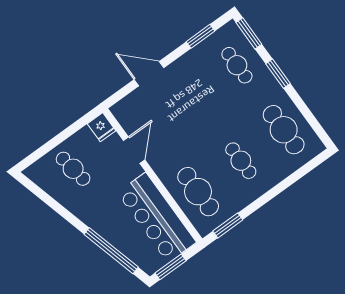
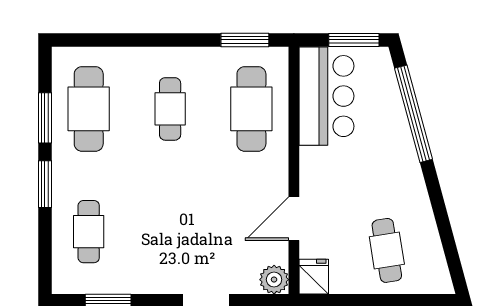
window: (249, 33) -> (45, 118), moved
plant: (121, 111) -> (274, 280), added
bar counter: (157, 217) -> (326, 96), width x0.73

